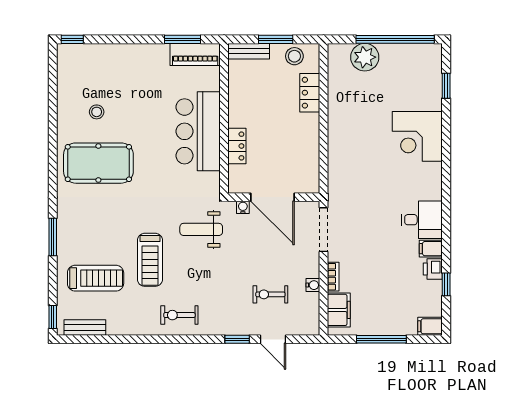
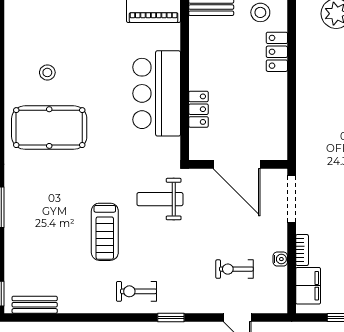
water cooler: (243, 207) -> (205, 175), removed
treadmill: (96, 278) -> (46, 252), removed
window: (237, 339) -> (171, 317), moved

